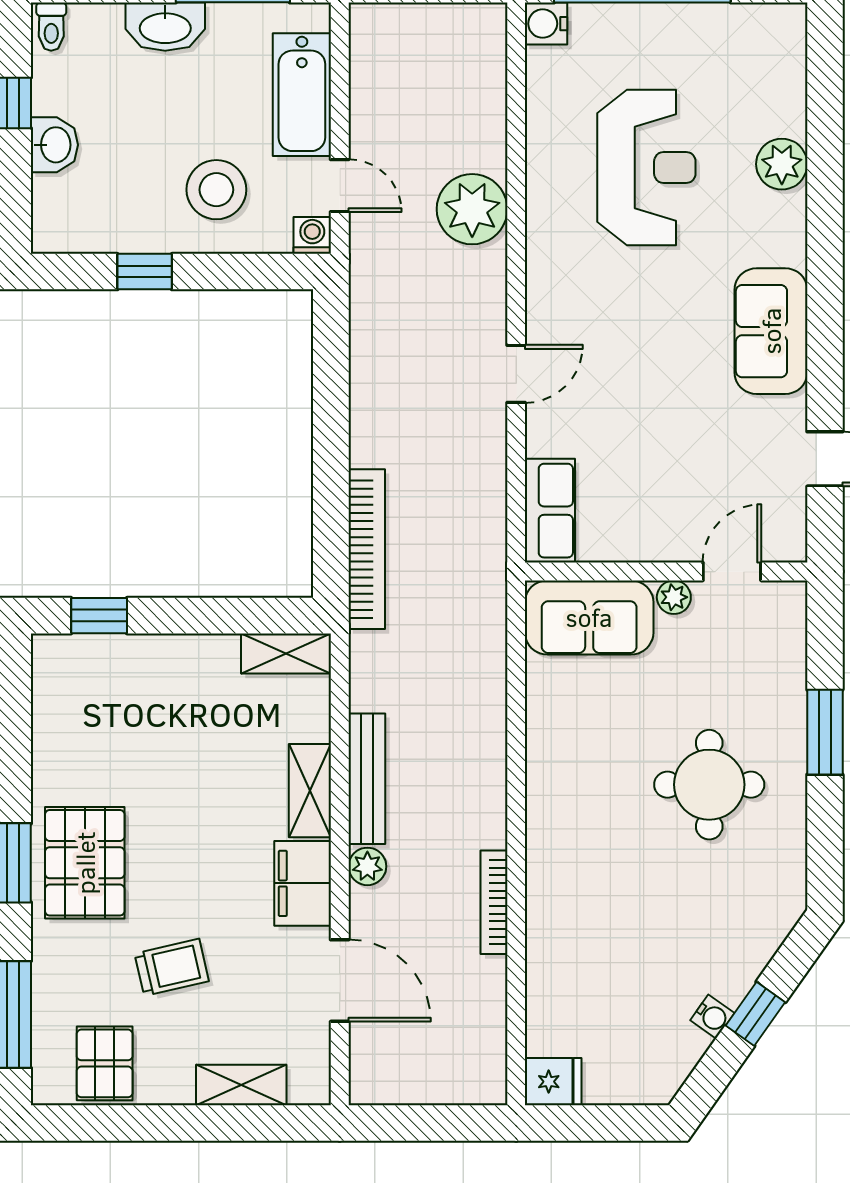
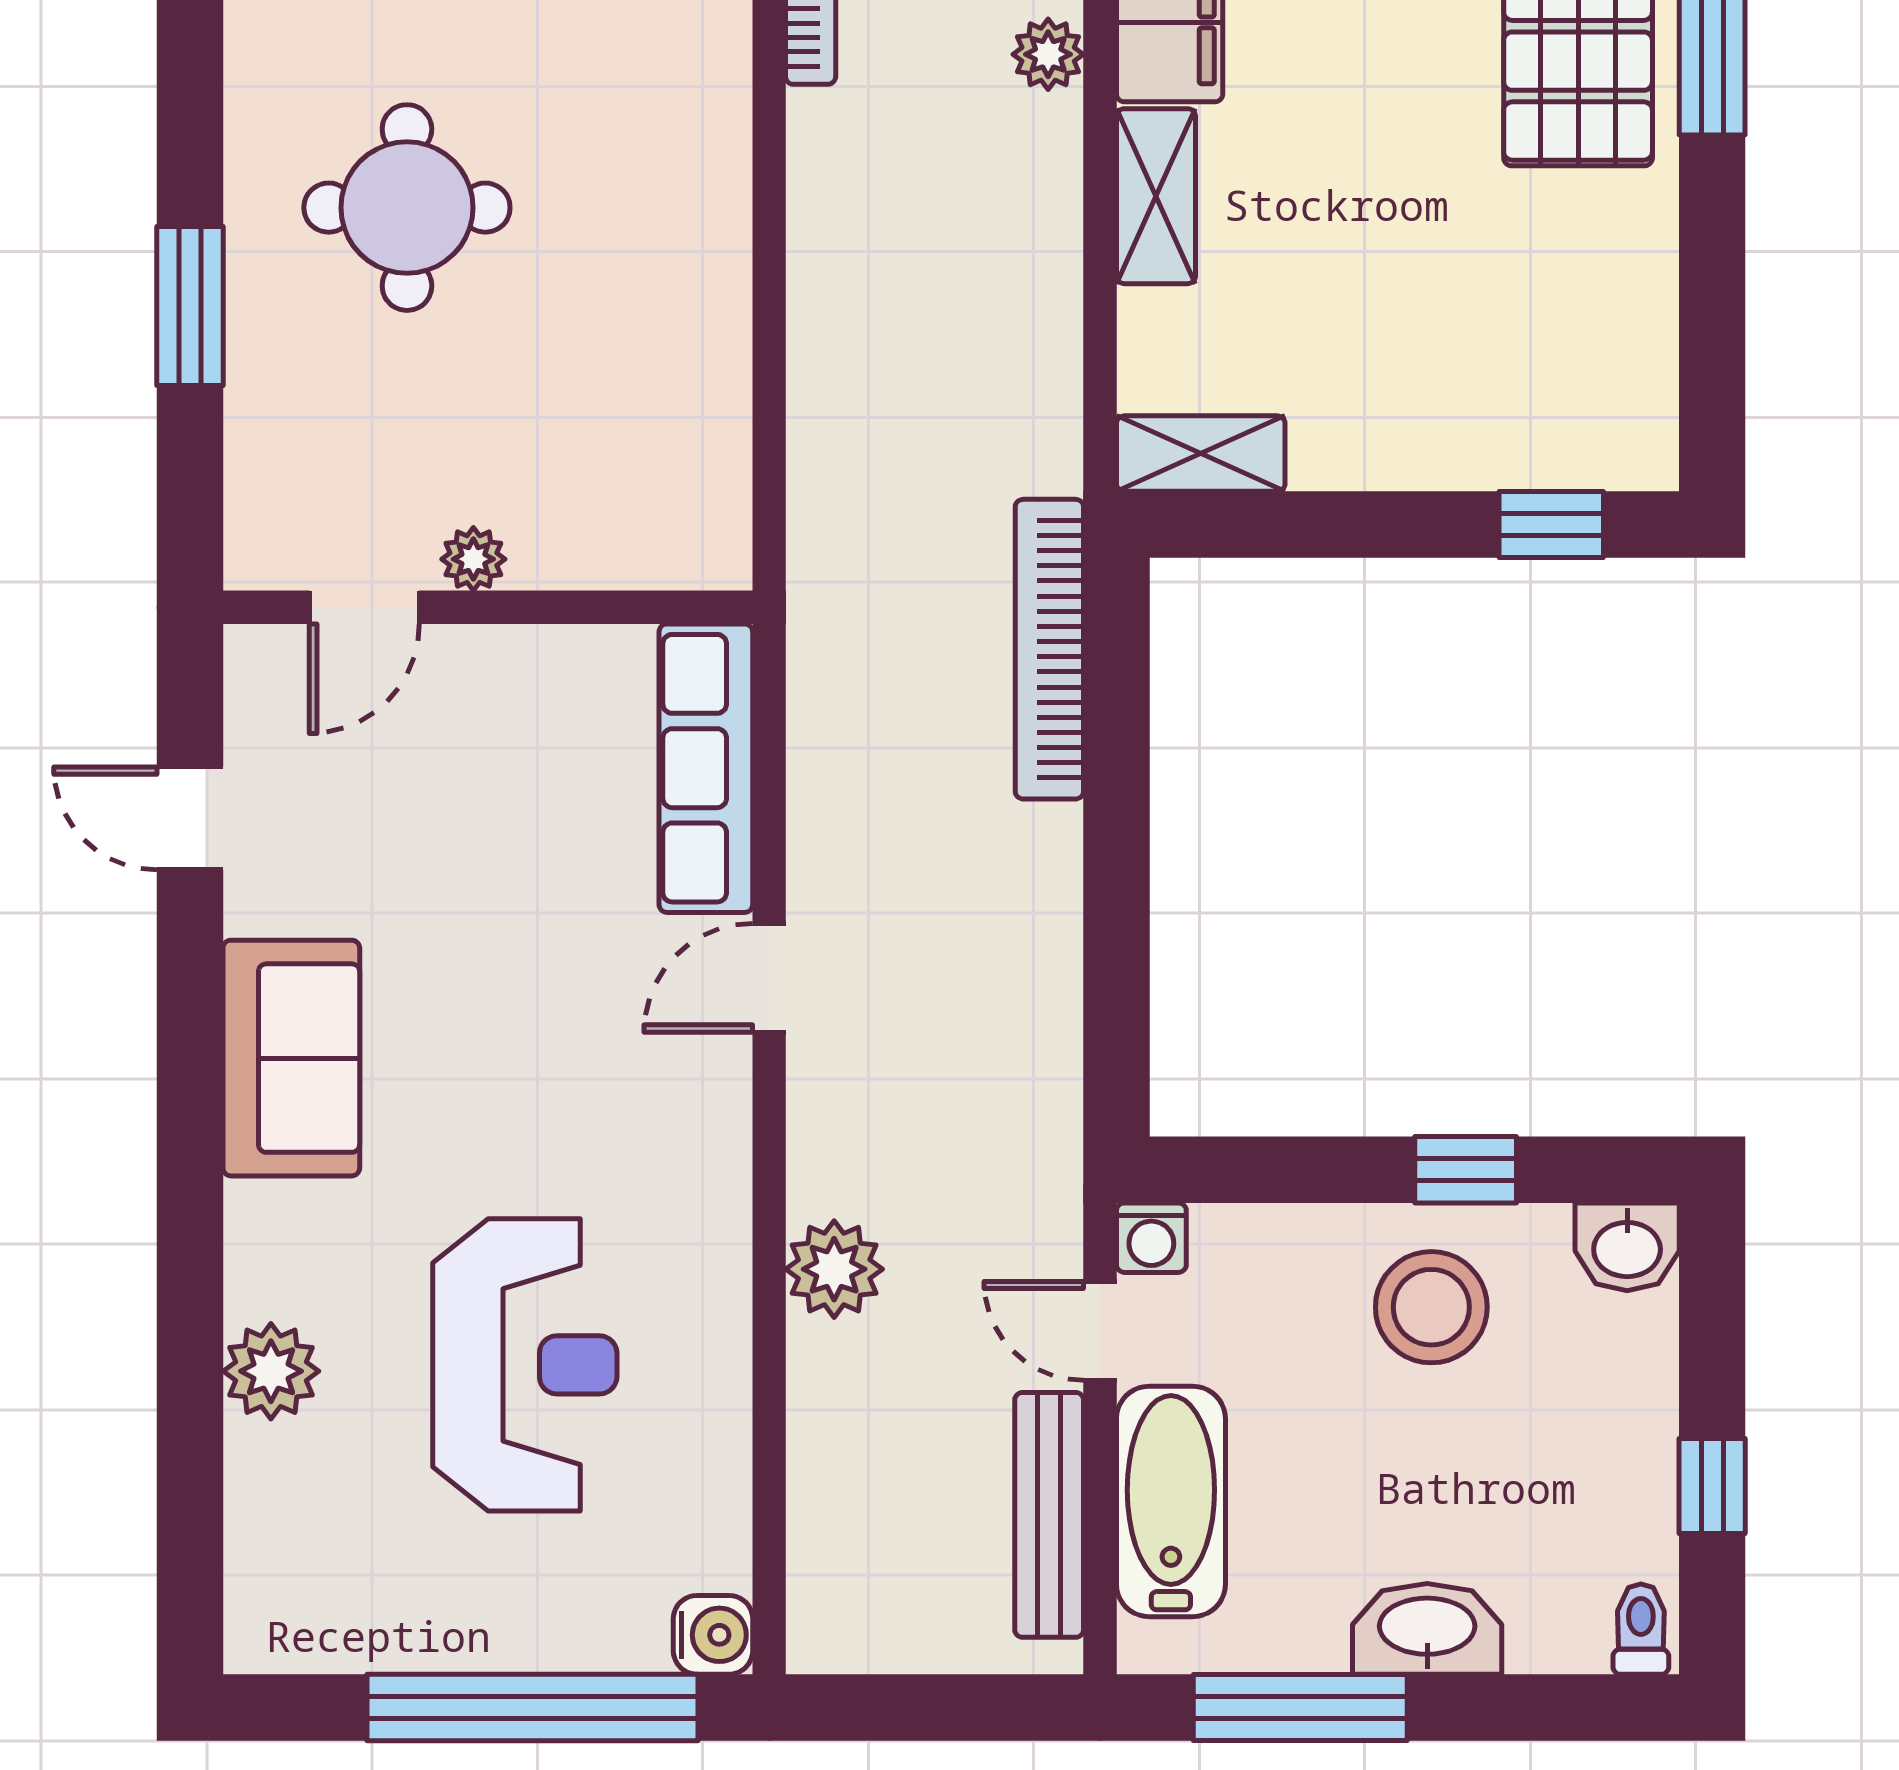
washbasin: (54, 145) -> (1627, 1247), moved, turned -90
reception desk: (646, 168) -> (525, 1365), turned 180
stool: (216, 190) -> (1431, 1307), moved
plant: (472, 209) -> (834, 1269), width x0.73, depth x0.73
row of seats: (550, 511) -> (706, 768), width x1.48
sofa: (589, 617) -> (632, 521), removed
bench: (367, 779) -> (1049, 1515), moved

